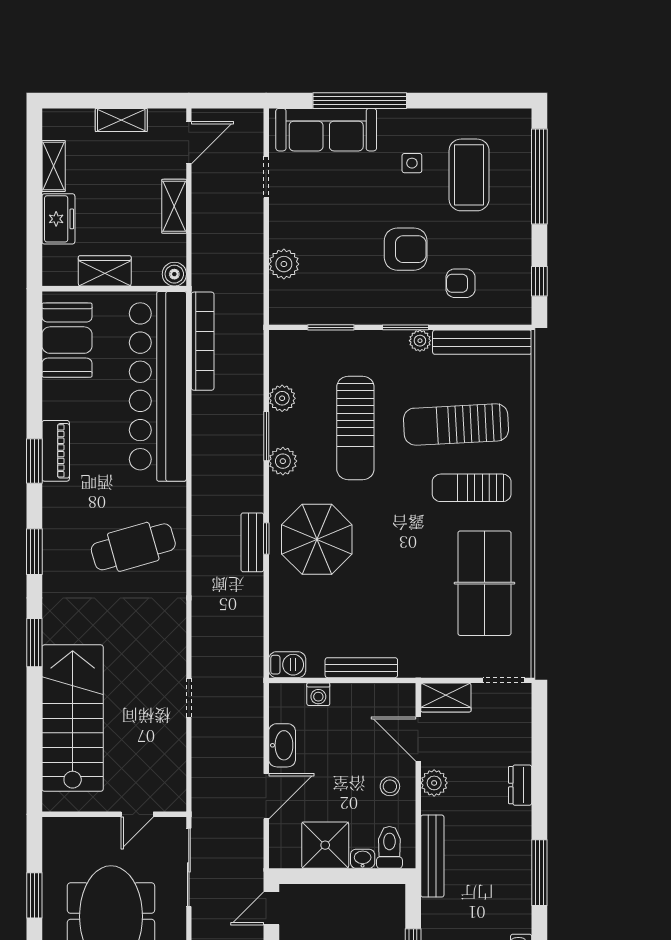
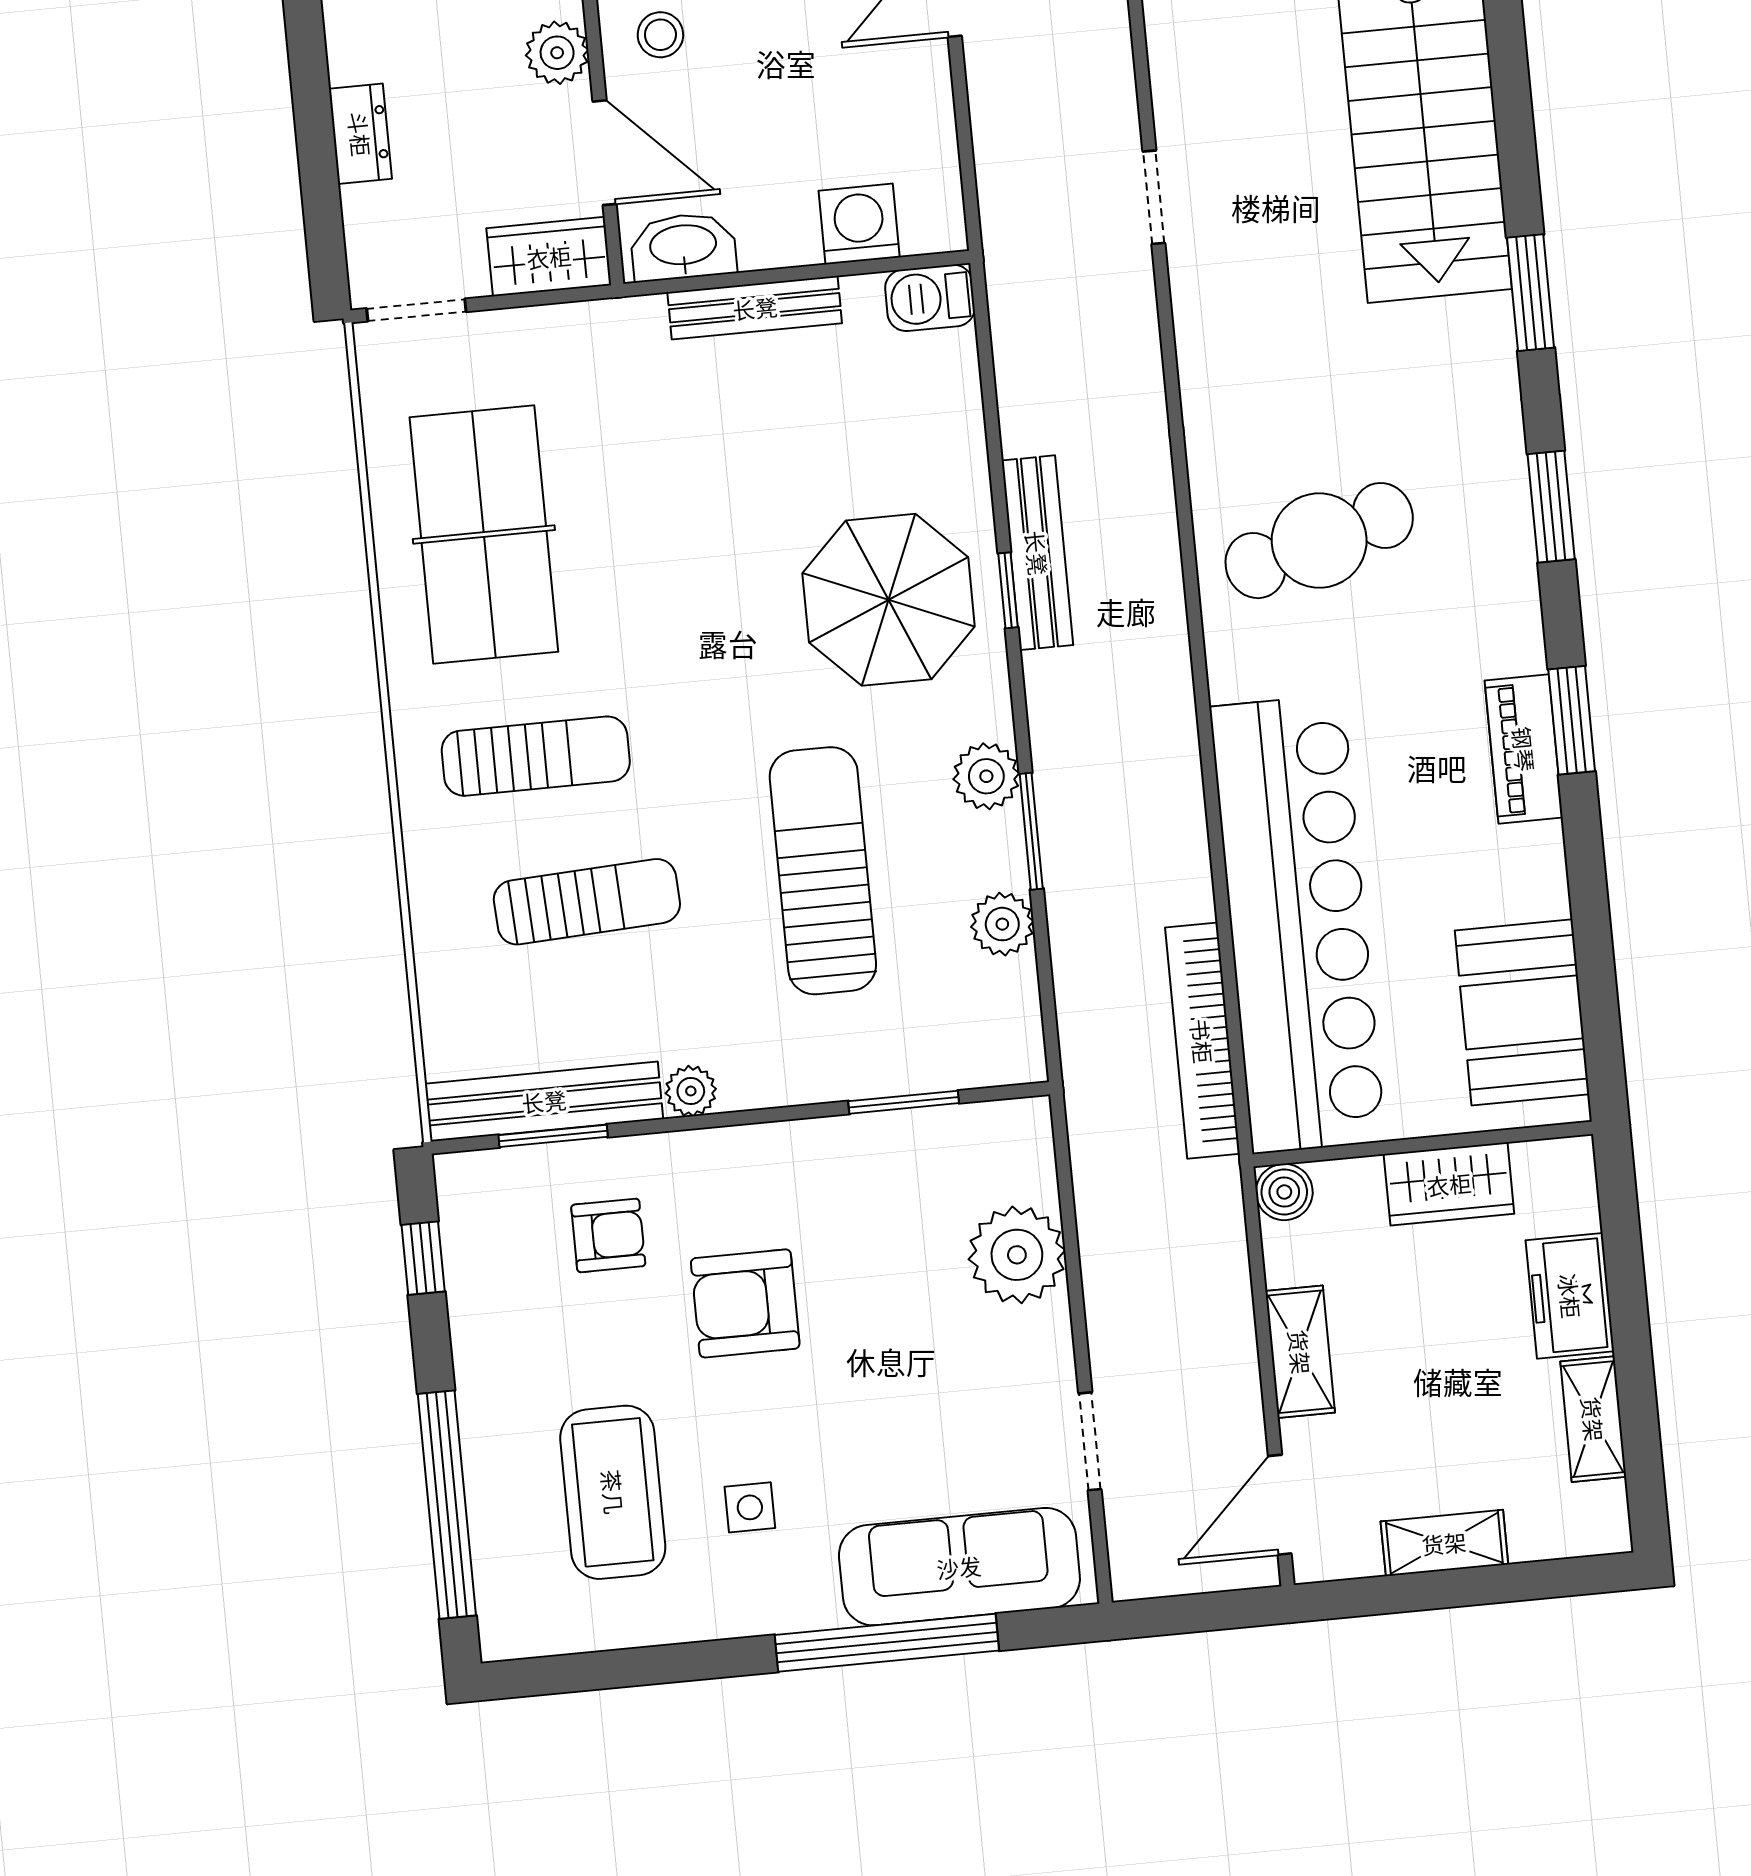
plant: (284, 264) -> (1017, 1255), width x1.36, depth x1.36
window: (406, 327) -> (553, 1136), moved
sun lounger: (456, 425) -> (587, 902), width x0.73, depth x0.75
bench: (252, 542) -> (1037, 553), width x1.36
washing machine: (318, 694) -> (859, 224), width x1.38, depth x1.38
washbasin: (282, 745) -> (683, 247), moved, turned 90
dresser: (520, 785) -> (360, 134), moved

